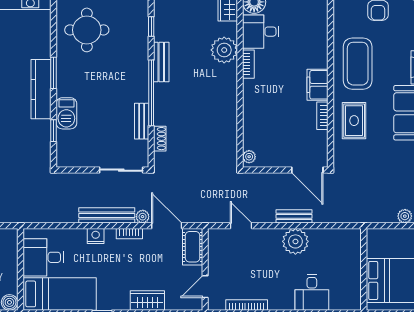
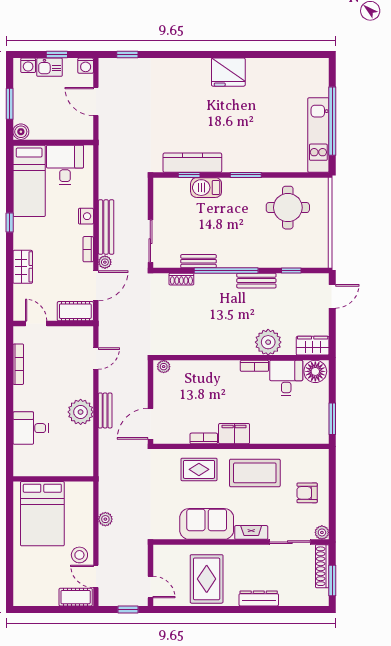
kitchen counter: (41, 89) -> (192, 163), moved

